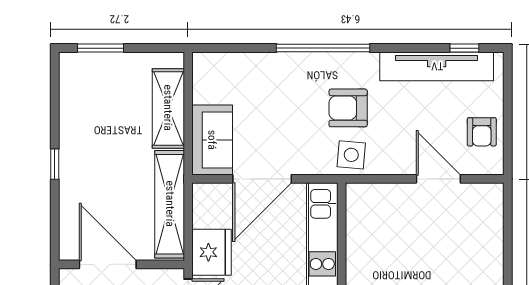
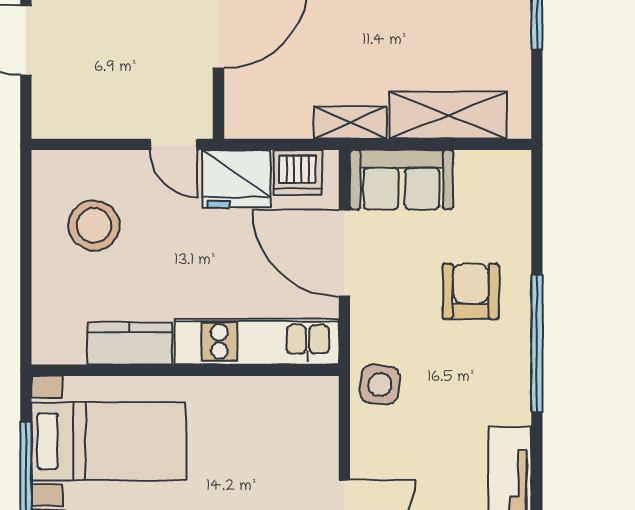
armchair: (348, 108) -> (471, 291), moved
shelving: (170, 204) -> (350, 123), width x0.45, depth x0.75
dishwasher: (207, 211) -> (298, 172), added

